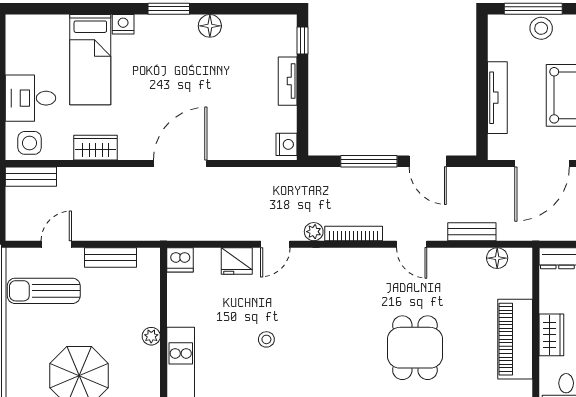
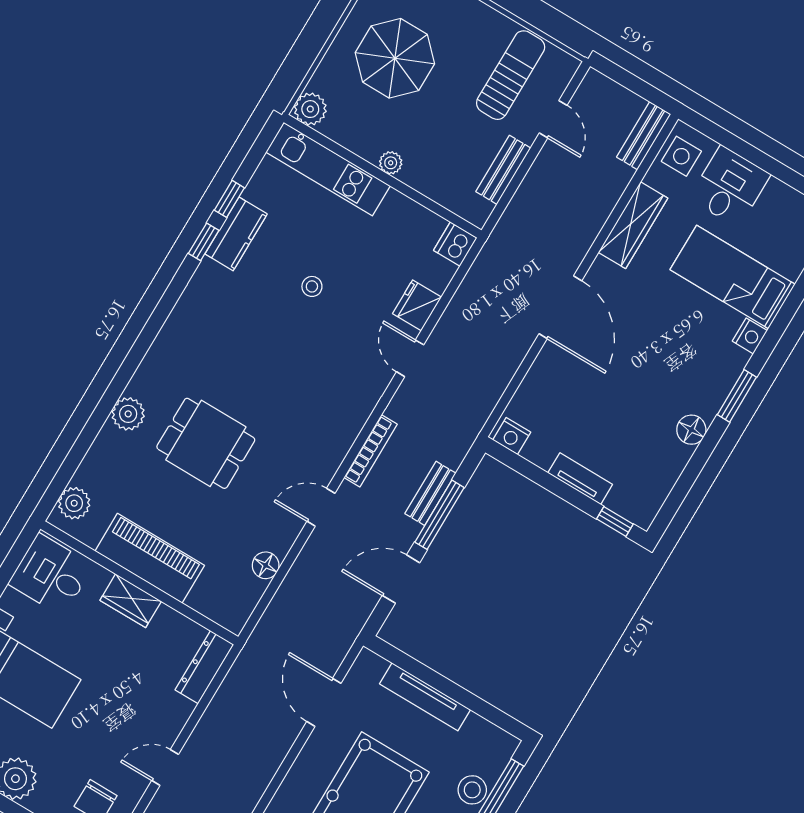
wardrobe: (96, 148) -> (633, 225), width x1.50
door: (542, 164) -> (324, 702), width x0.73
plant: (314, 232) -> (399, 409), removed
bench: (472, 232) -> (430, 493), moved
floor lamp: (497, 258) -> (266, 565), moved

